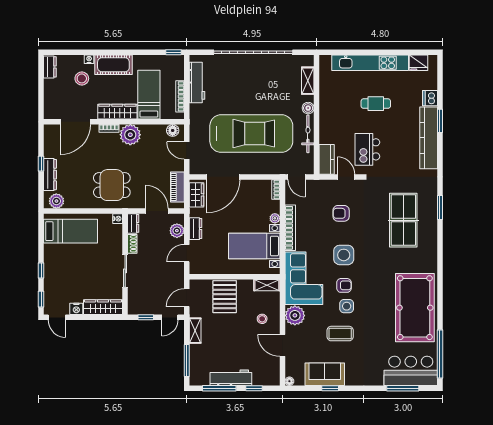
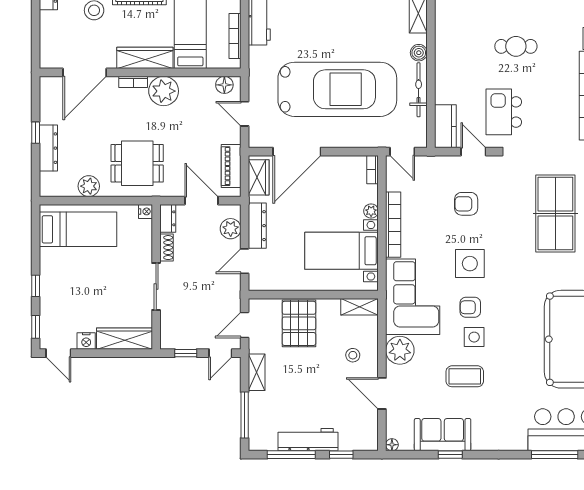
plant: (56, 201) -> (89, 186), moved
dresser: (195, 229) -> (257, 226), width x1.44
armchair: (344, 285) -> (470, 307), turned 180

